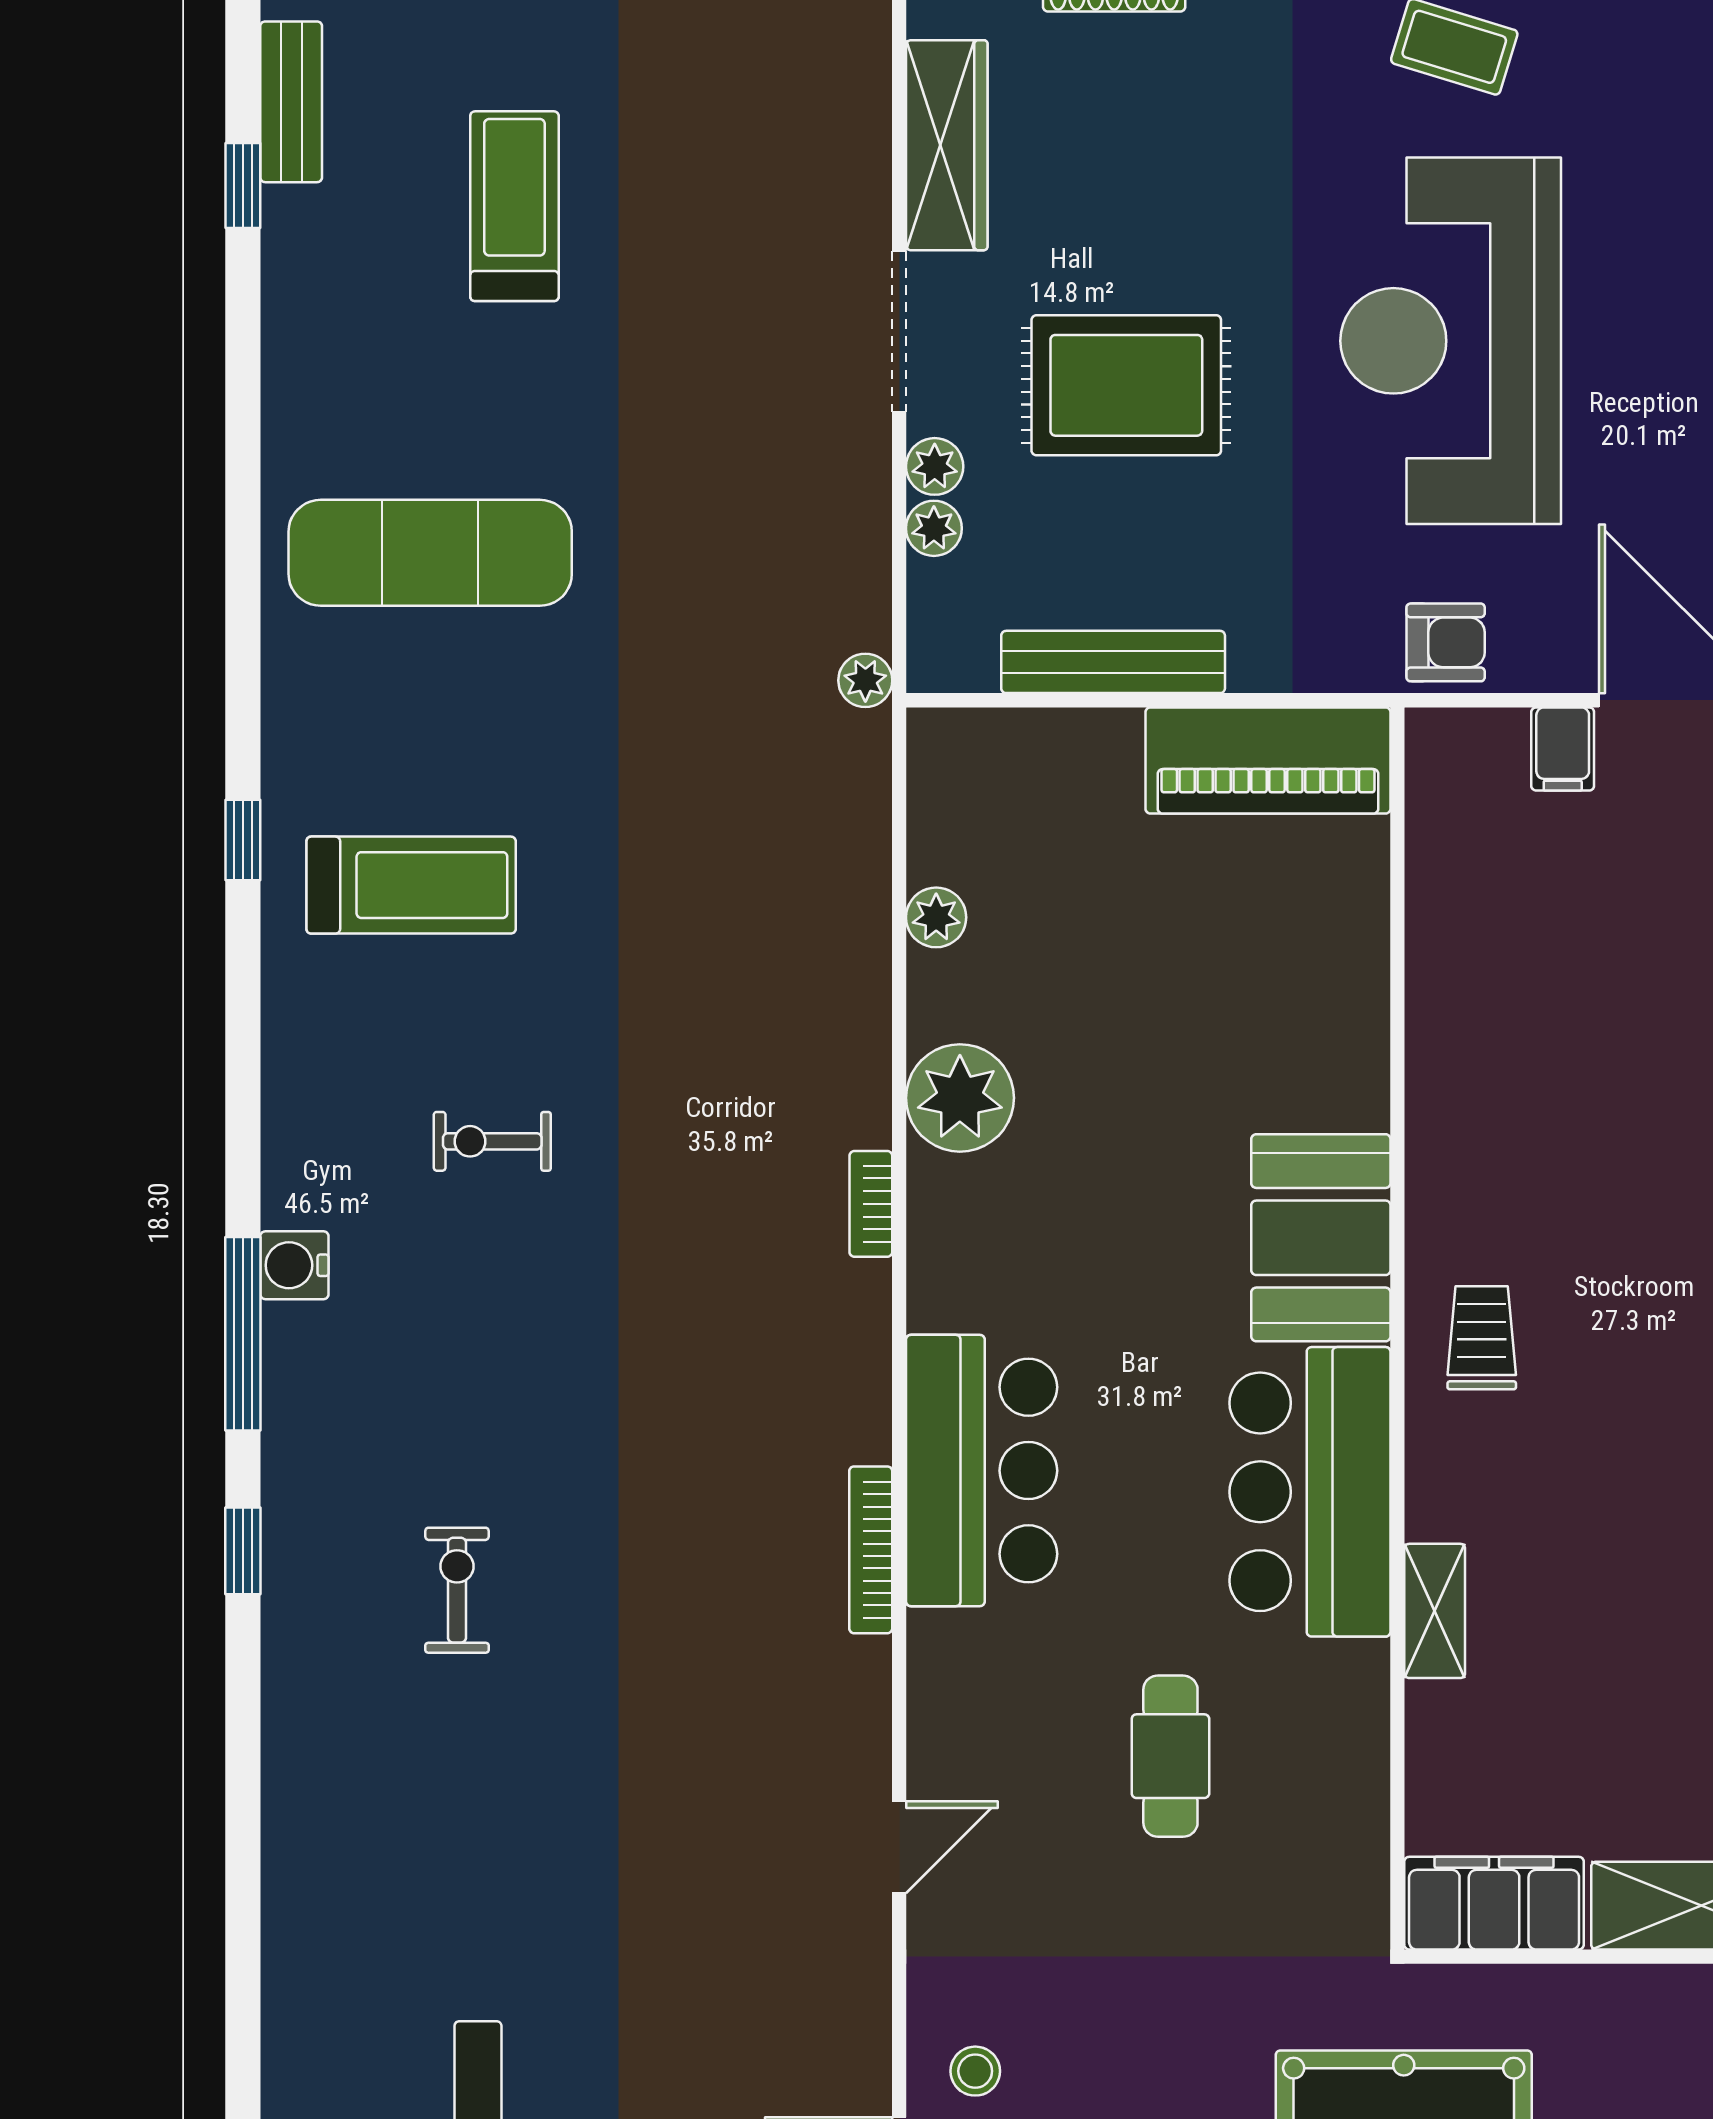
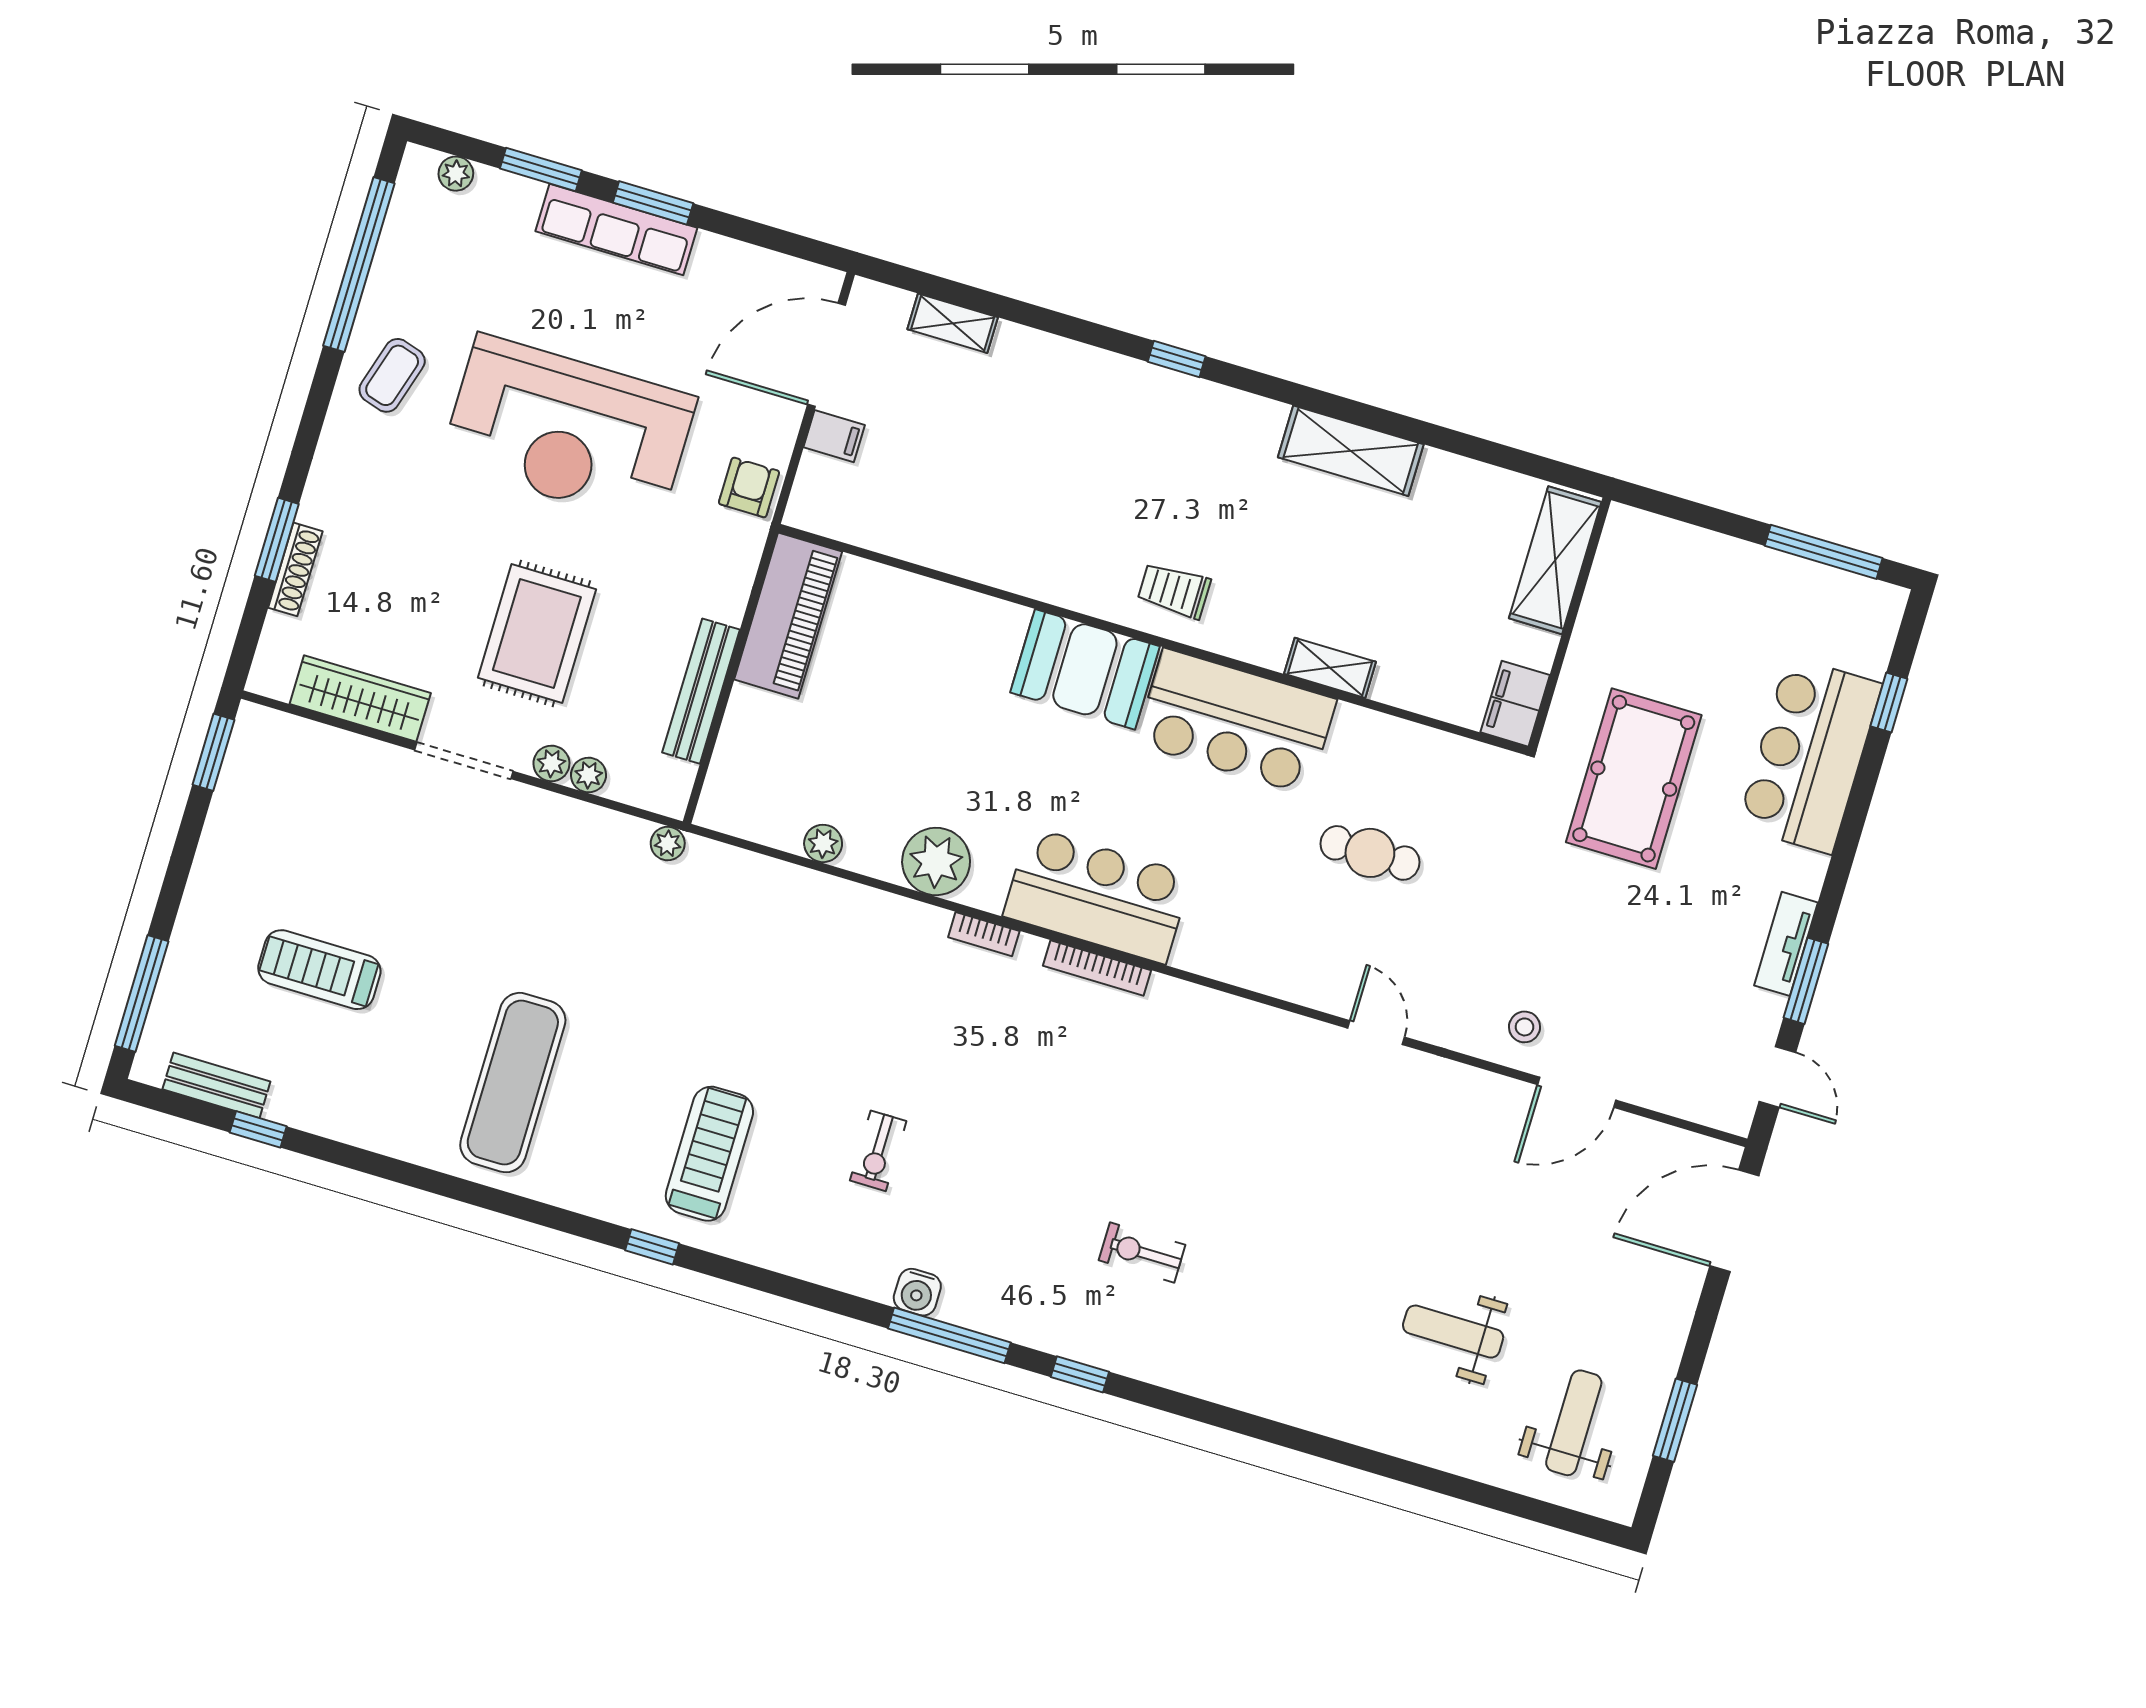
bar counter: (982, 1471) -> (1097, 895), moved
bookcase: (871, 1550) -> (1097, 968), moved
filing cabinet: (1494, 1903) -> (1515, 704), width x0.67, depth x0.86

